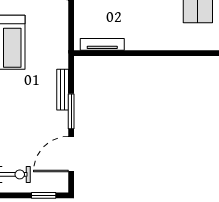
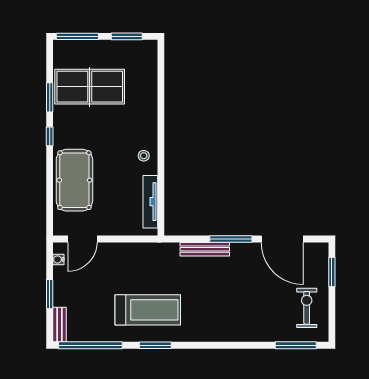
stool: (140, 39) -> (144, 156), added

